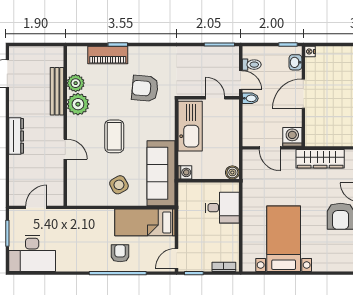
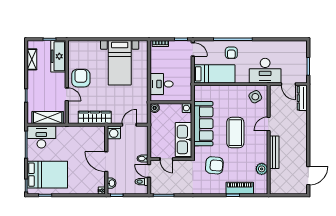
bench: (57, 91) -> (274, 152), moved
door: (303, 94) -> (106, 162), swing flipped
plant: (78, 104) -> (260, 155), removed
dresser: (16, 136) -> (302, 98), moved
coffee table: (114, 136) -> (235, 133), width x1.36, depth x1.32
door: (270, 148) -> (129, 125), hinge flipped
door: (65, 149) -> (269, 124), hinge flipped
sofa: (161, 173) -> (203, 124), moved
side table: (119, 185) -> (255, 97), moved
door: (36, 207) -> (288, 84), hinge flipped
desk: (32, 253) -> (265, 71), moved, turned 180
door: (176, 258) -> (193, 49), hinge flipped

